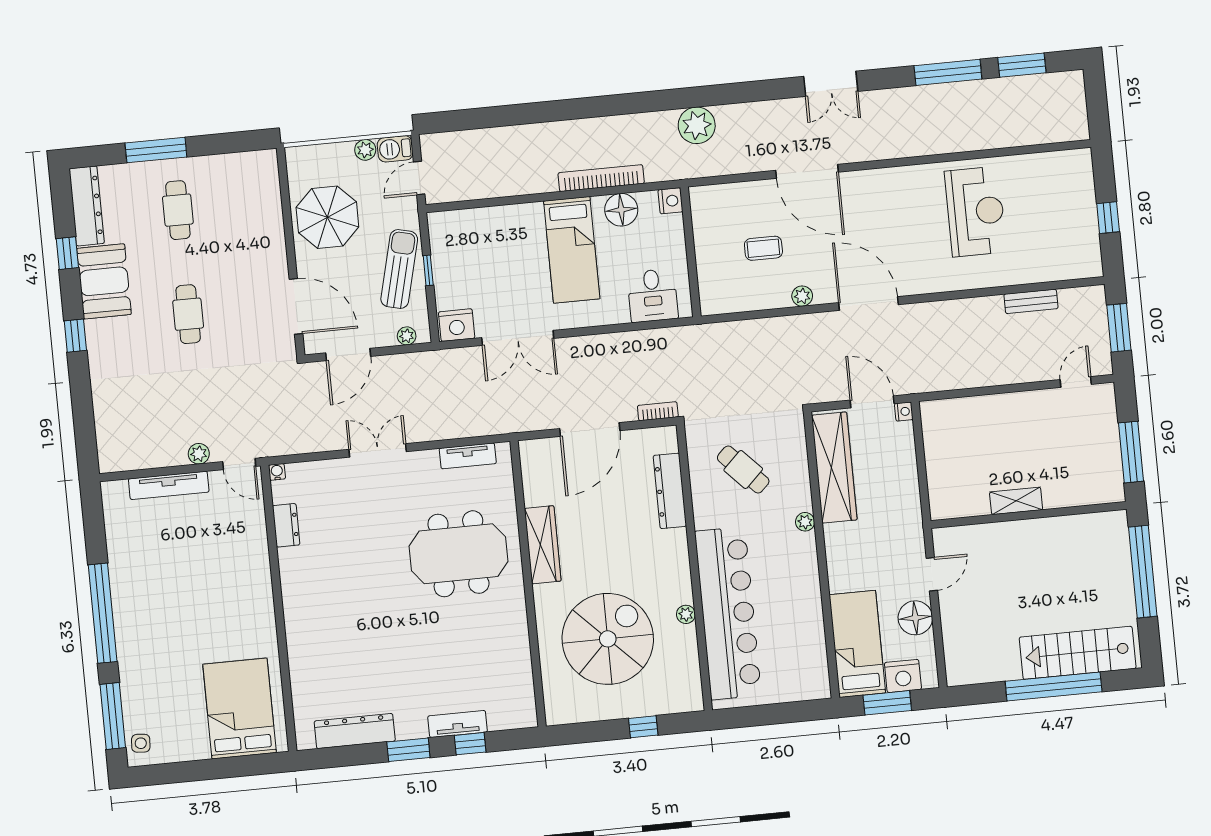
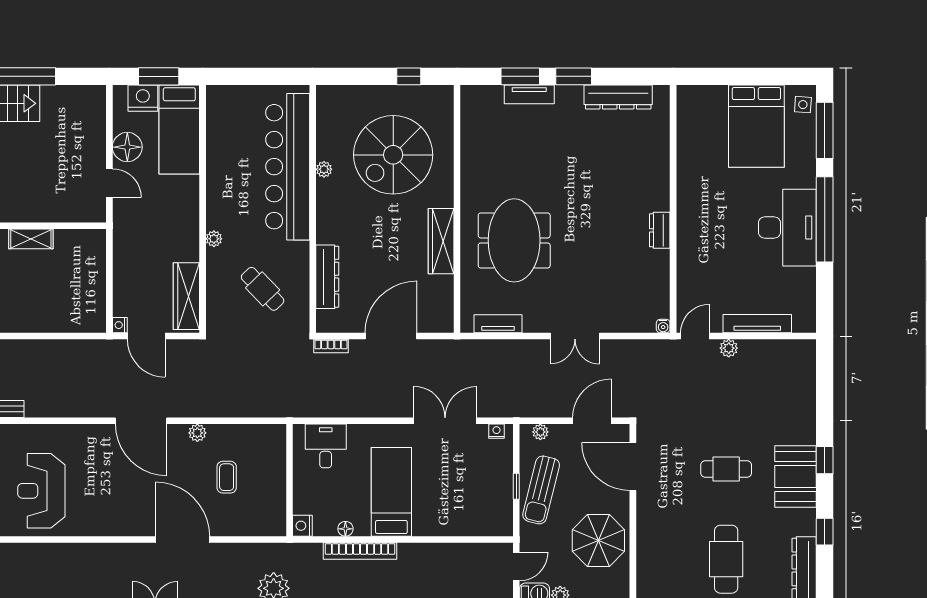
cafe table: (178, 210) -> (726, 559), width x1.37, depth x1.35
floor lamp: (621, 210) -> (345, 529), width x0.53, depth x0.53
coffee table: (763, 248) -> (227, 477), turned 90
booth: (104, 281) -> (796, 476), moved
cafe table: (188, 314) -> (726, 469), turned 90
nightstand: (457, 325) -> (496, 431), width x0.53, depth x0.56
door: (239, 464) -> (695, 336), hinge flipped
wardrobe: (834, 468) -> (186, 296), width x0.71, depth x0.85
dresser: (286, 525) -> (660, 230), moved
meeting table: (458, 554) -> (514, 240), turned 90
door: (932, 574) -> (109, 183), swing flipped
desk: (145, 600) -> (787, 228), added
bed: (240, 708) -> (756, 126), moved
window: (643, 727) -> (409, 76), moved
window: (470, 744) -> (520, 76), width x1.50

